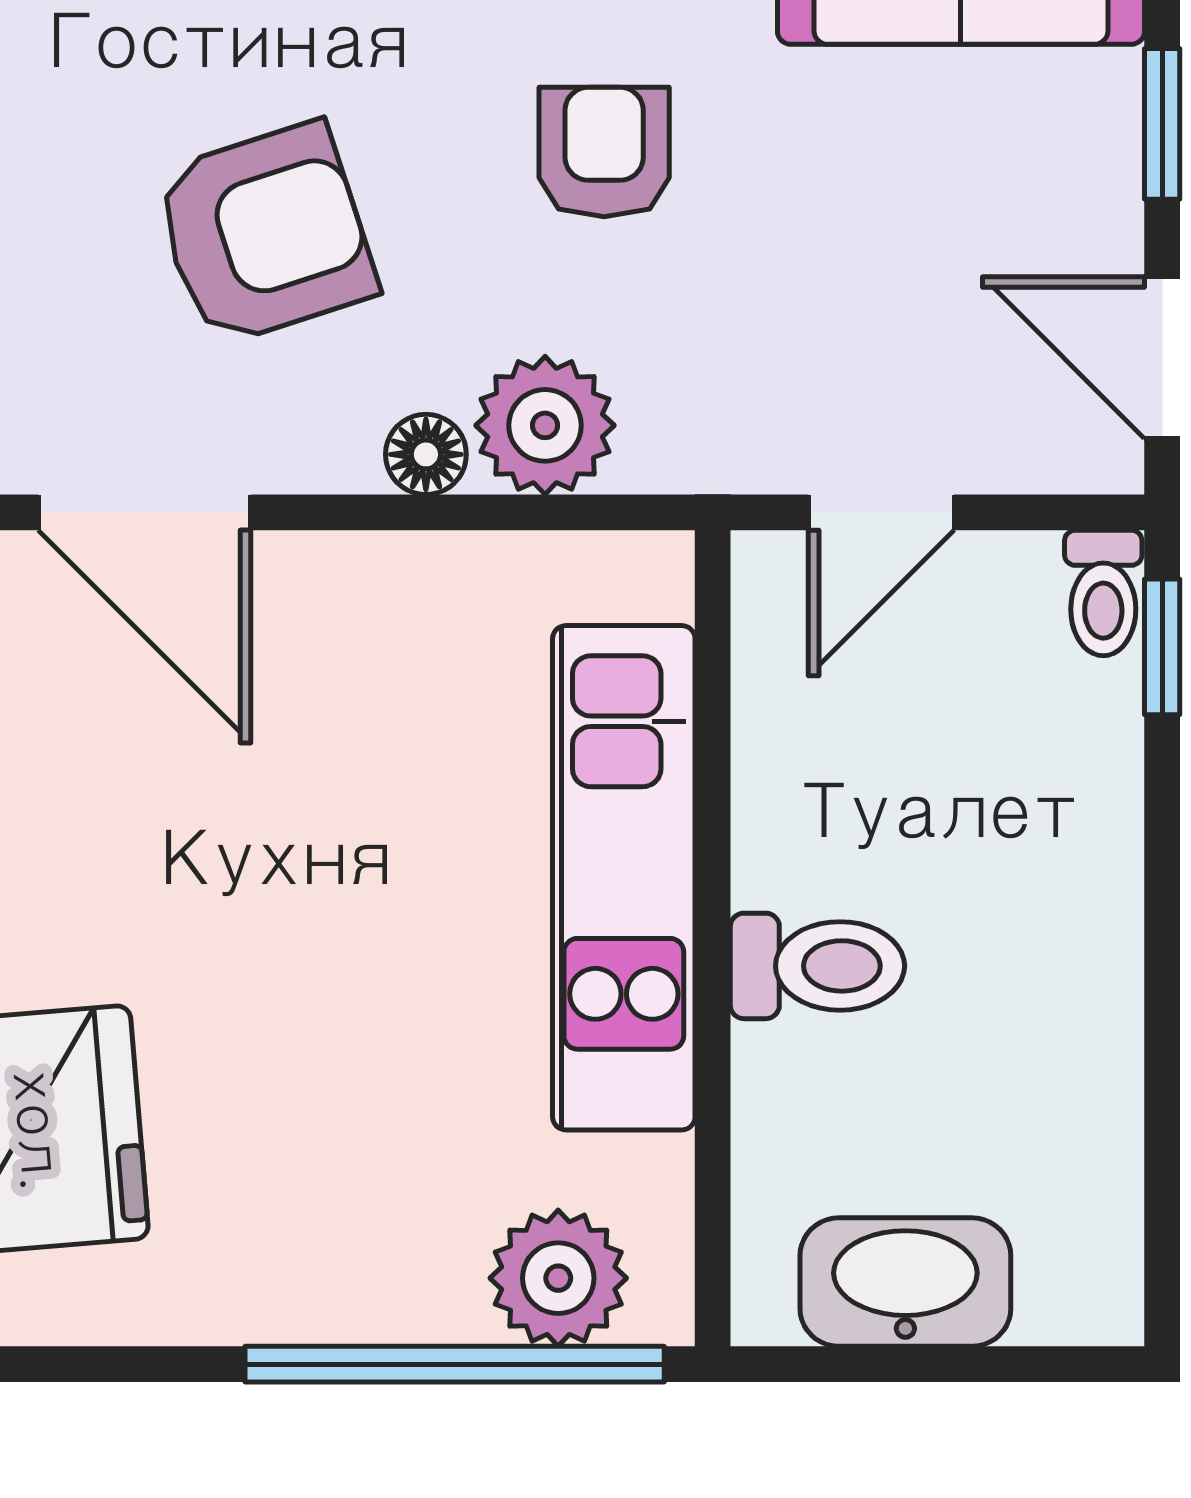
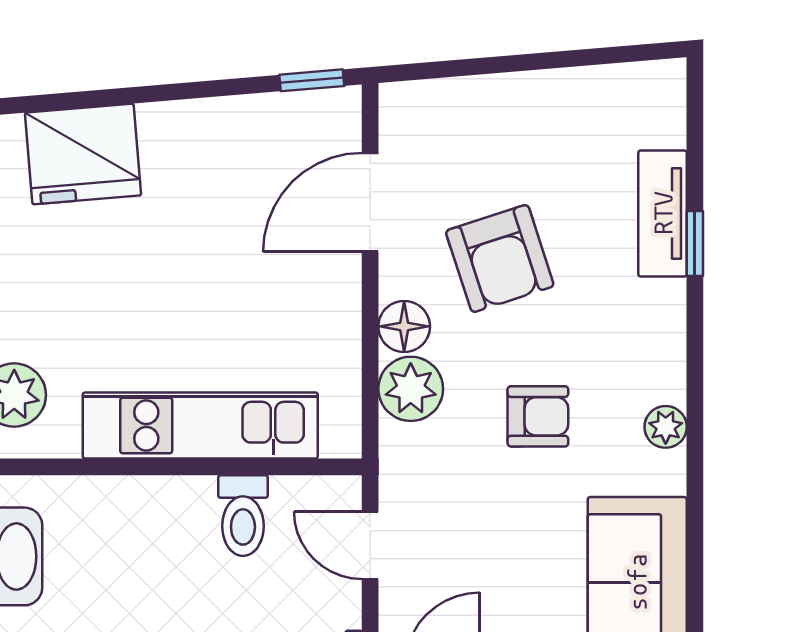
floor lamp: (426, 454) -> (404, 326), width x1.37, depth x1.37
toilet: (817, 966) -> (243, 516), moved

